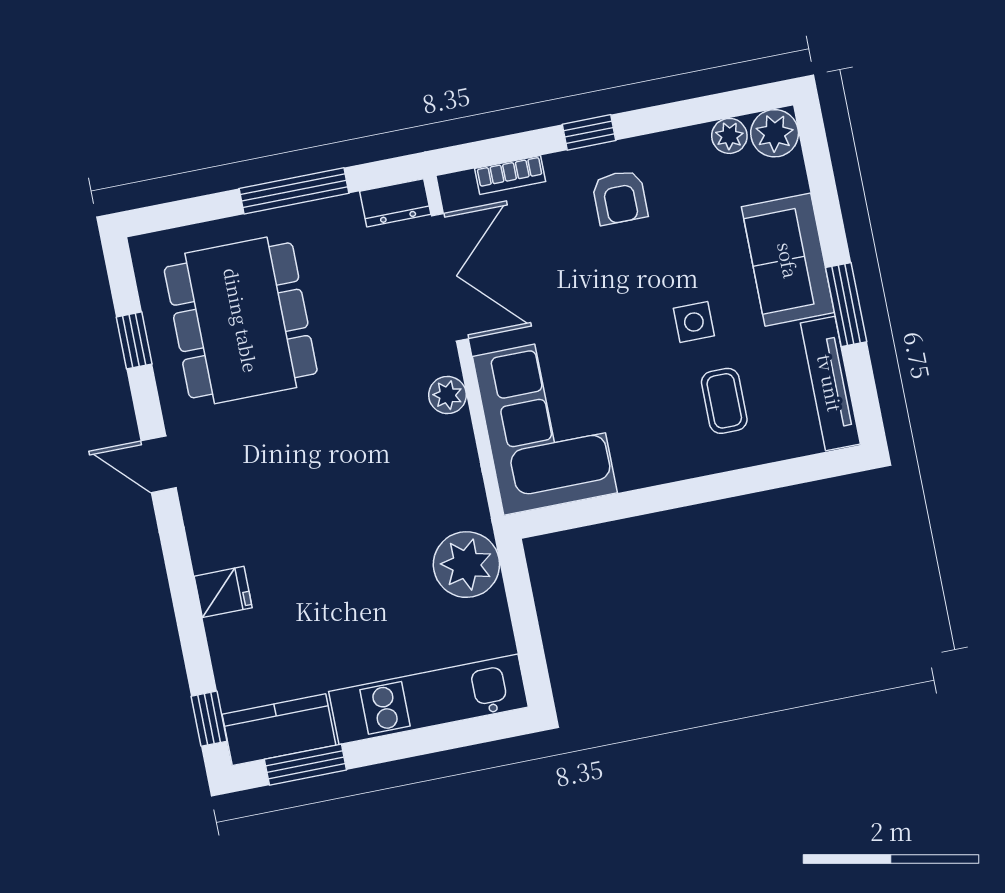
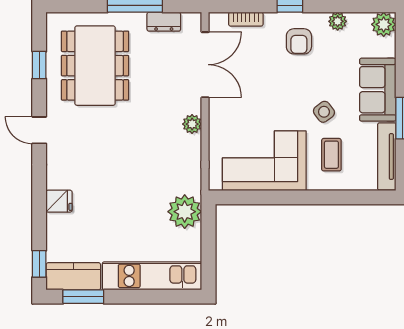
plant: (729, 136) -> (338, 21), moved
dresser: (395, 203) -> (164, 22), moved
side table: (694, 322) -> (324, 112), turned -37
corner sofa: (545, 425) -> (264, 161), moved, turned -90

